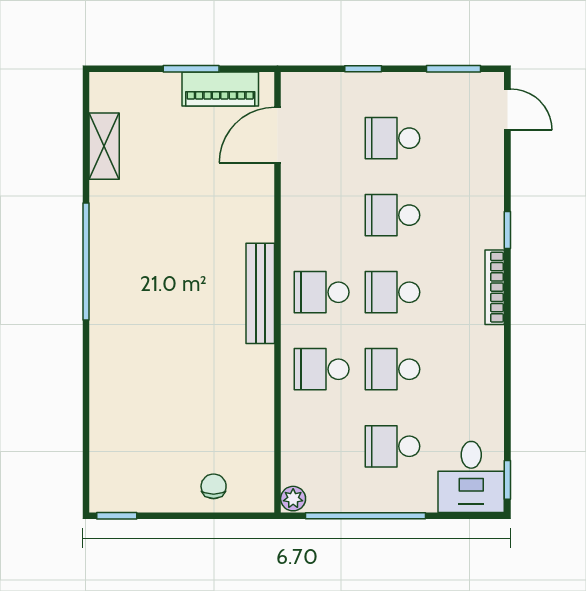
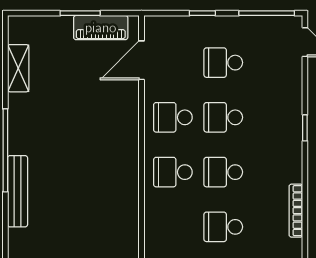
window: (454, 69) -> (267, 13), width x1.44
bookcase: (495, 287) -> (296, 211), moved
bench: (260, 293) -> (18, 191), moved
school desk: (322, 369) -> (173, 117), moved

